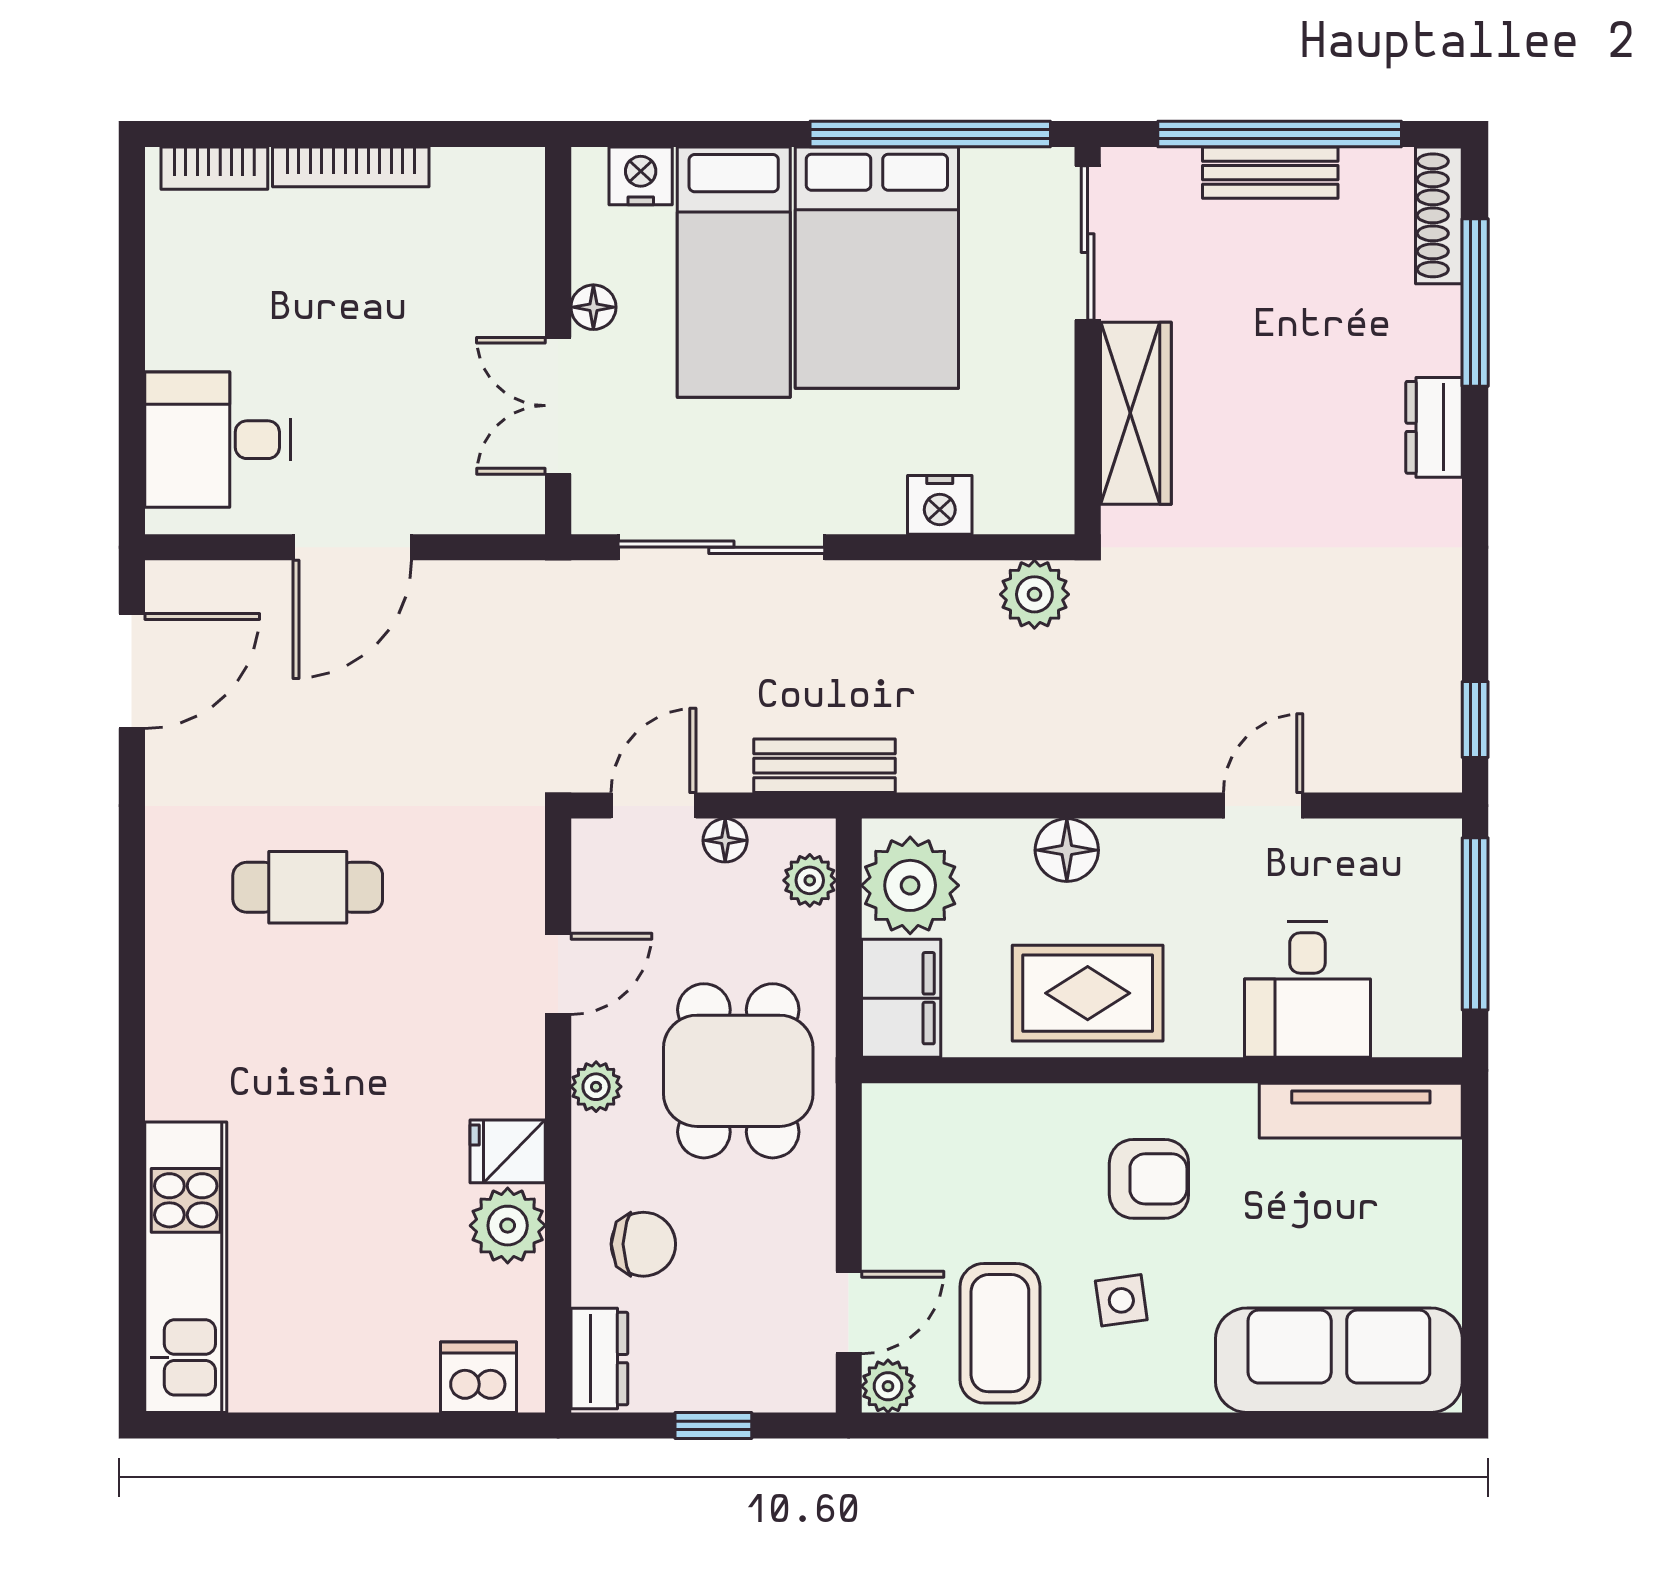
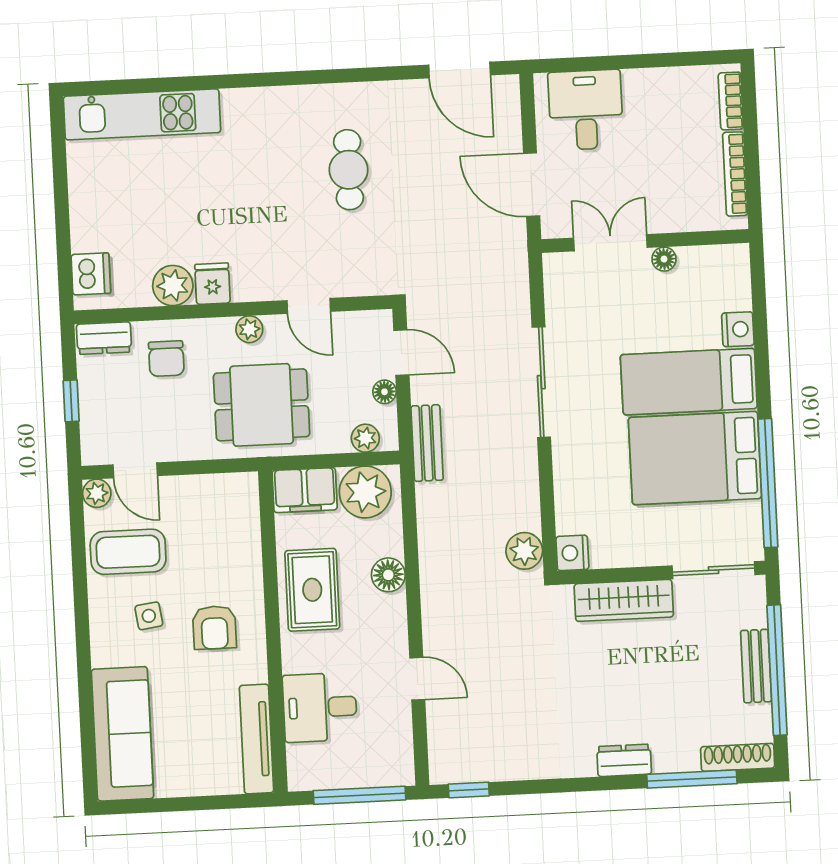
floor lamp: (593, 307) -> (664, 259), moved
wall: (558, 341) -> (645, 241), moved
double door: (558, 406) -> (610, 243), moved
nightstand: (940, 505) -> (572, 553), moved

